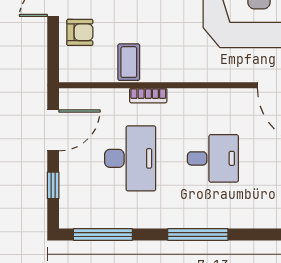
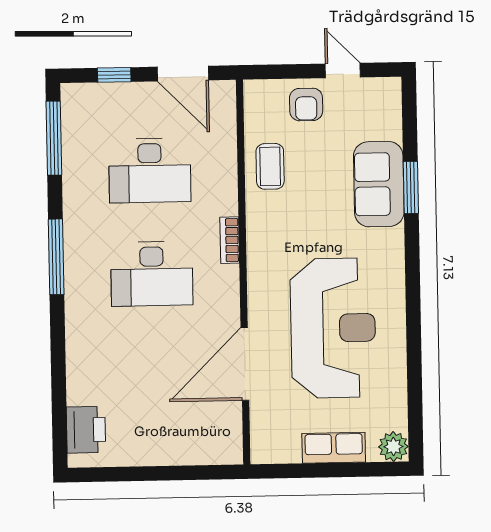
coffee table: (129, 62) -> (270, 166), turned 90
bookcase: (148, 95) -> (230, 240), moved
desk: (213, 158) -> (152, 274), width x1.37

